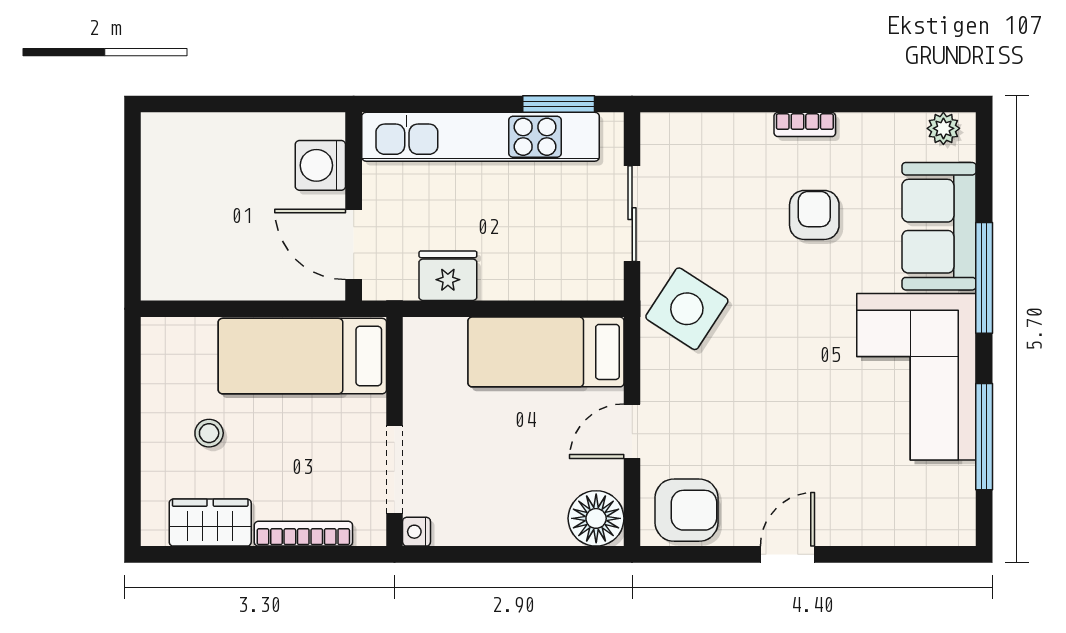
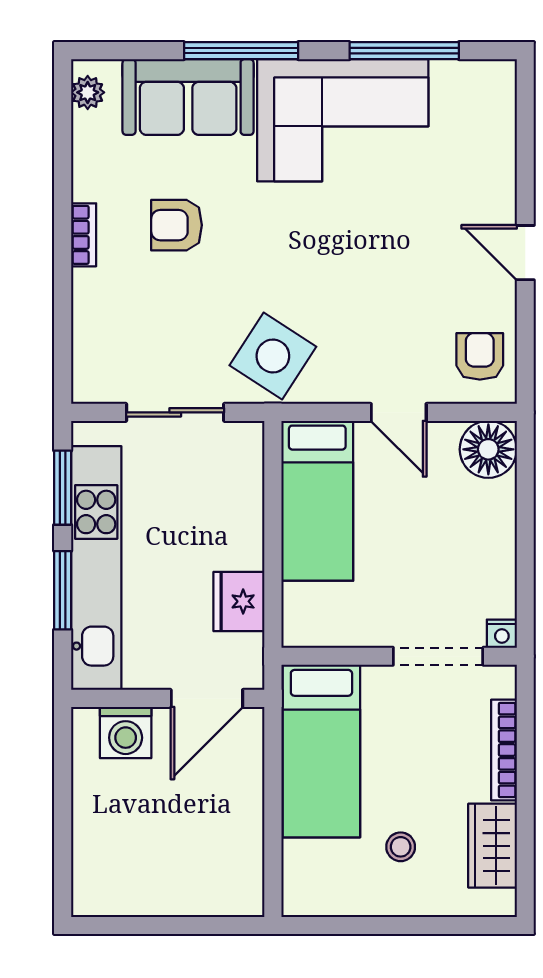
window: (459, 104) -> (63, 590), added
armchair: (687, 510) -> (480, 356), width x0.72, depth x0.72

